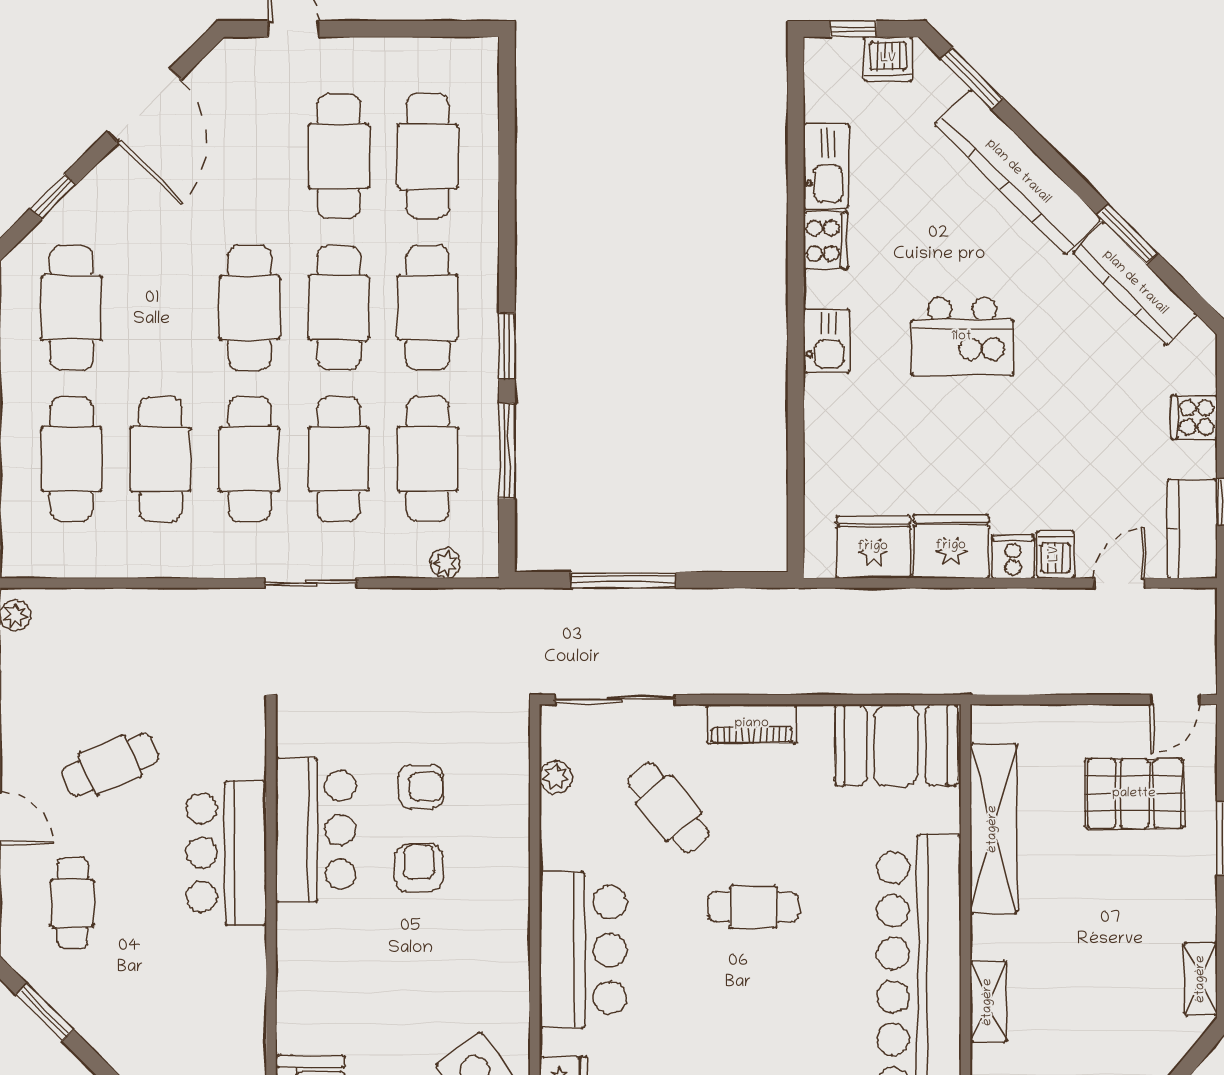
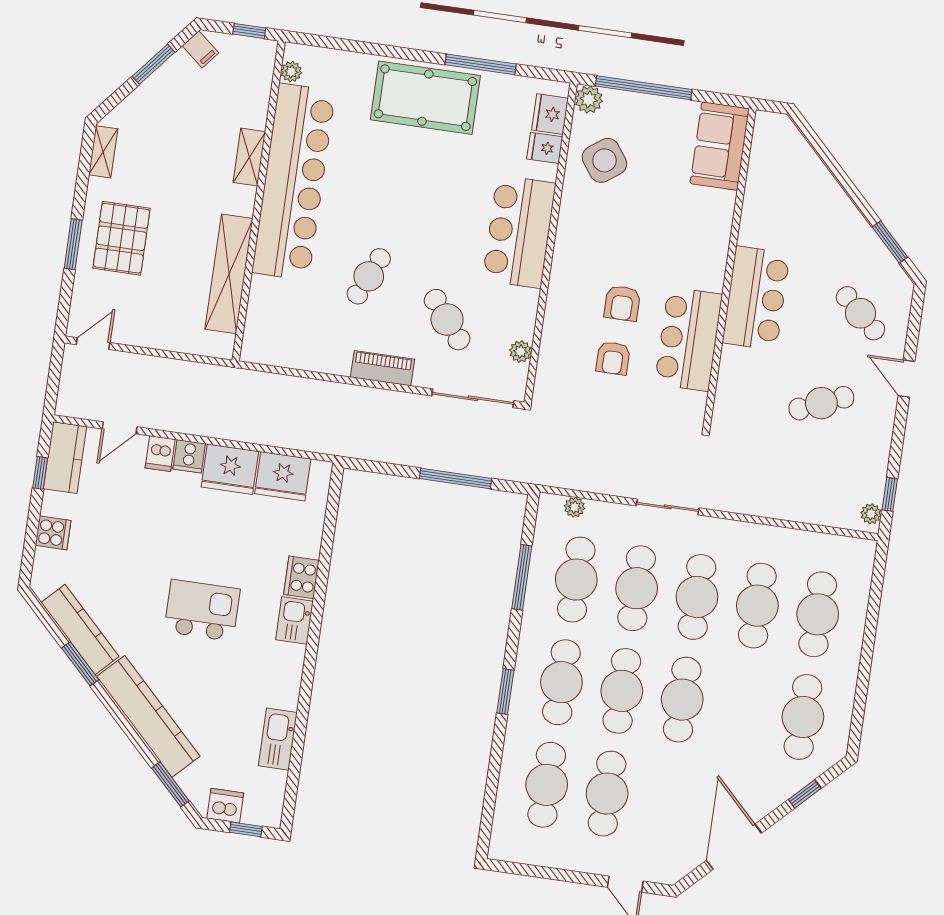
cooker: (825, 241) -> (301, 577), moved
window: (507, 346) -> (505, 691), moved
booth: (896, 745) -> (287, 340), removed
armchair: (421, 787) -> (613, 358), turned -90
pallet: (1134, 794) -> (121, 238), moved, turned 90
bar counter: (226, 853) -> (756, 298), moved
cafe table: (72, 903) -> (860, 313), turned -48
cafe table: (753, 907) -> (369, 276), moved, turned -66

